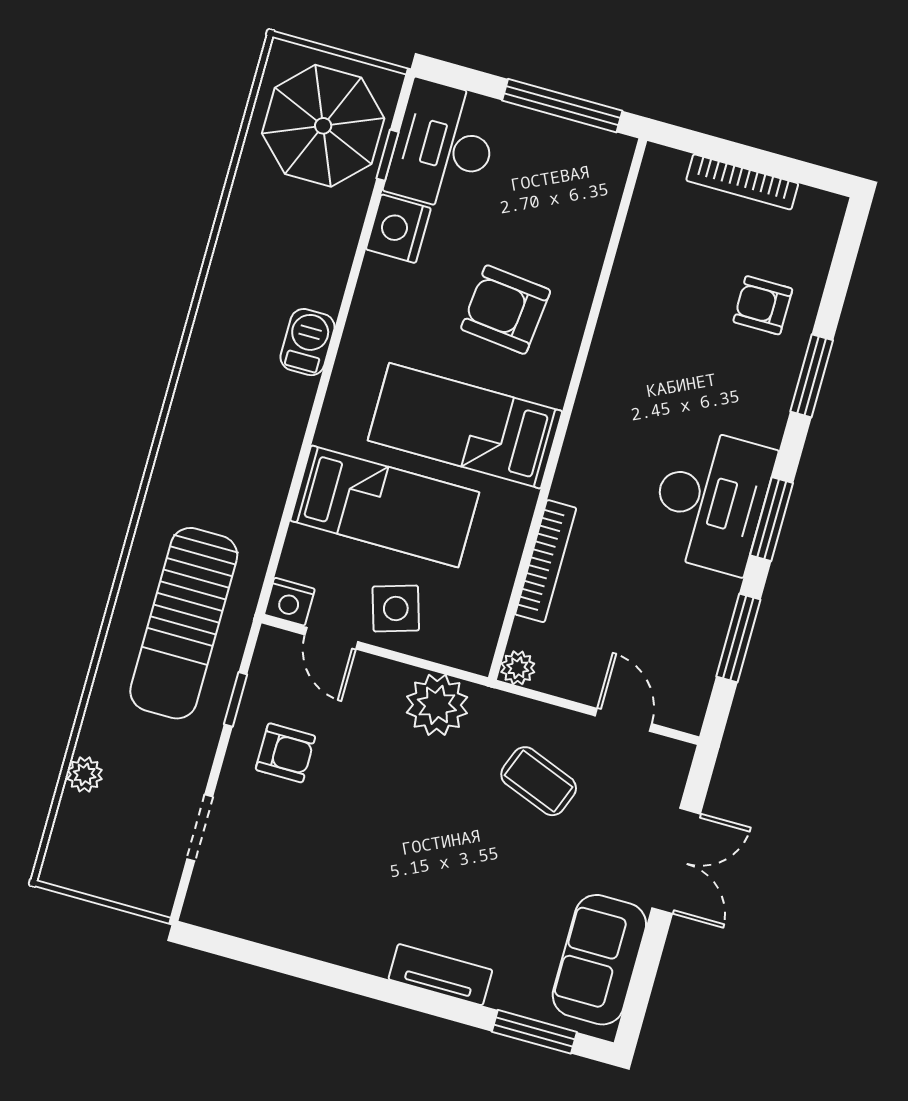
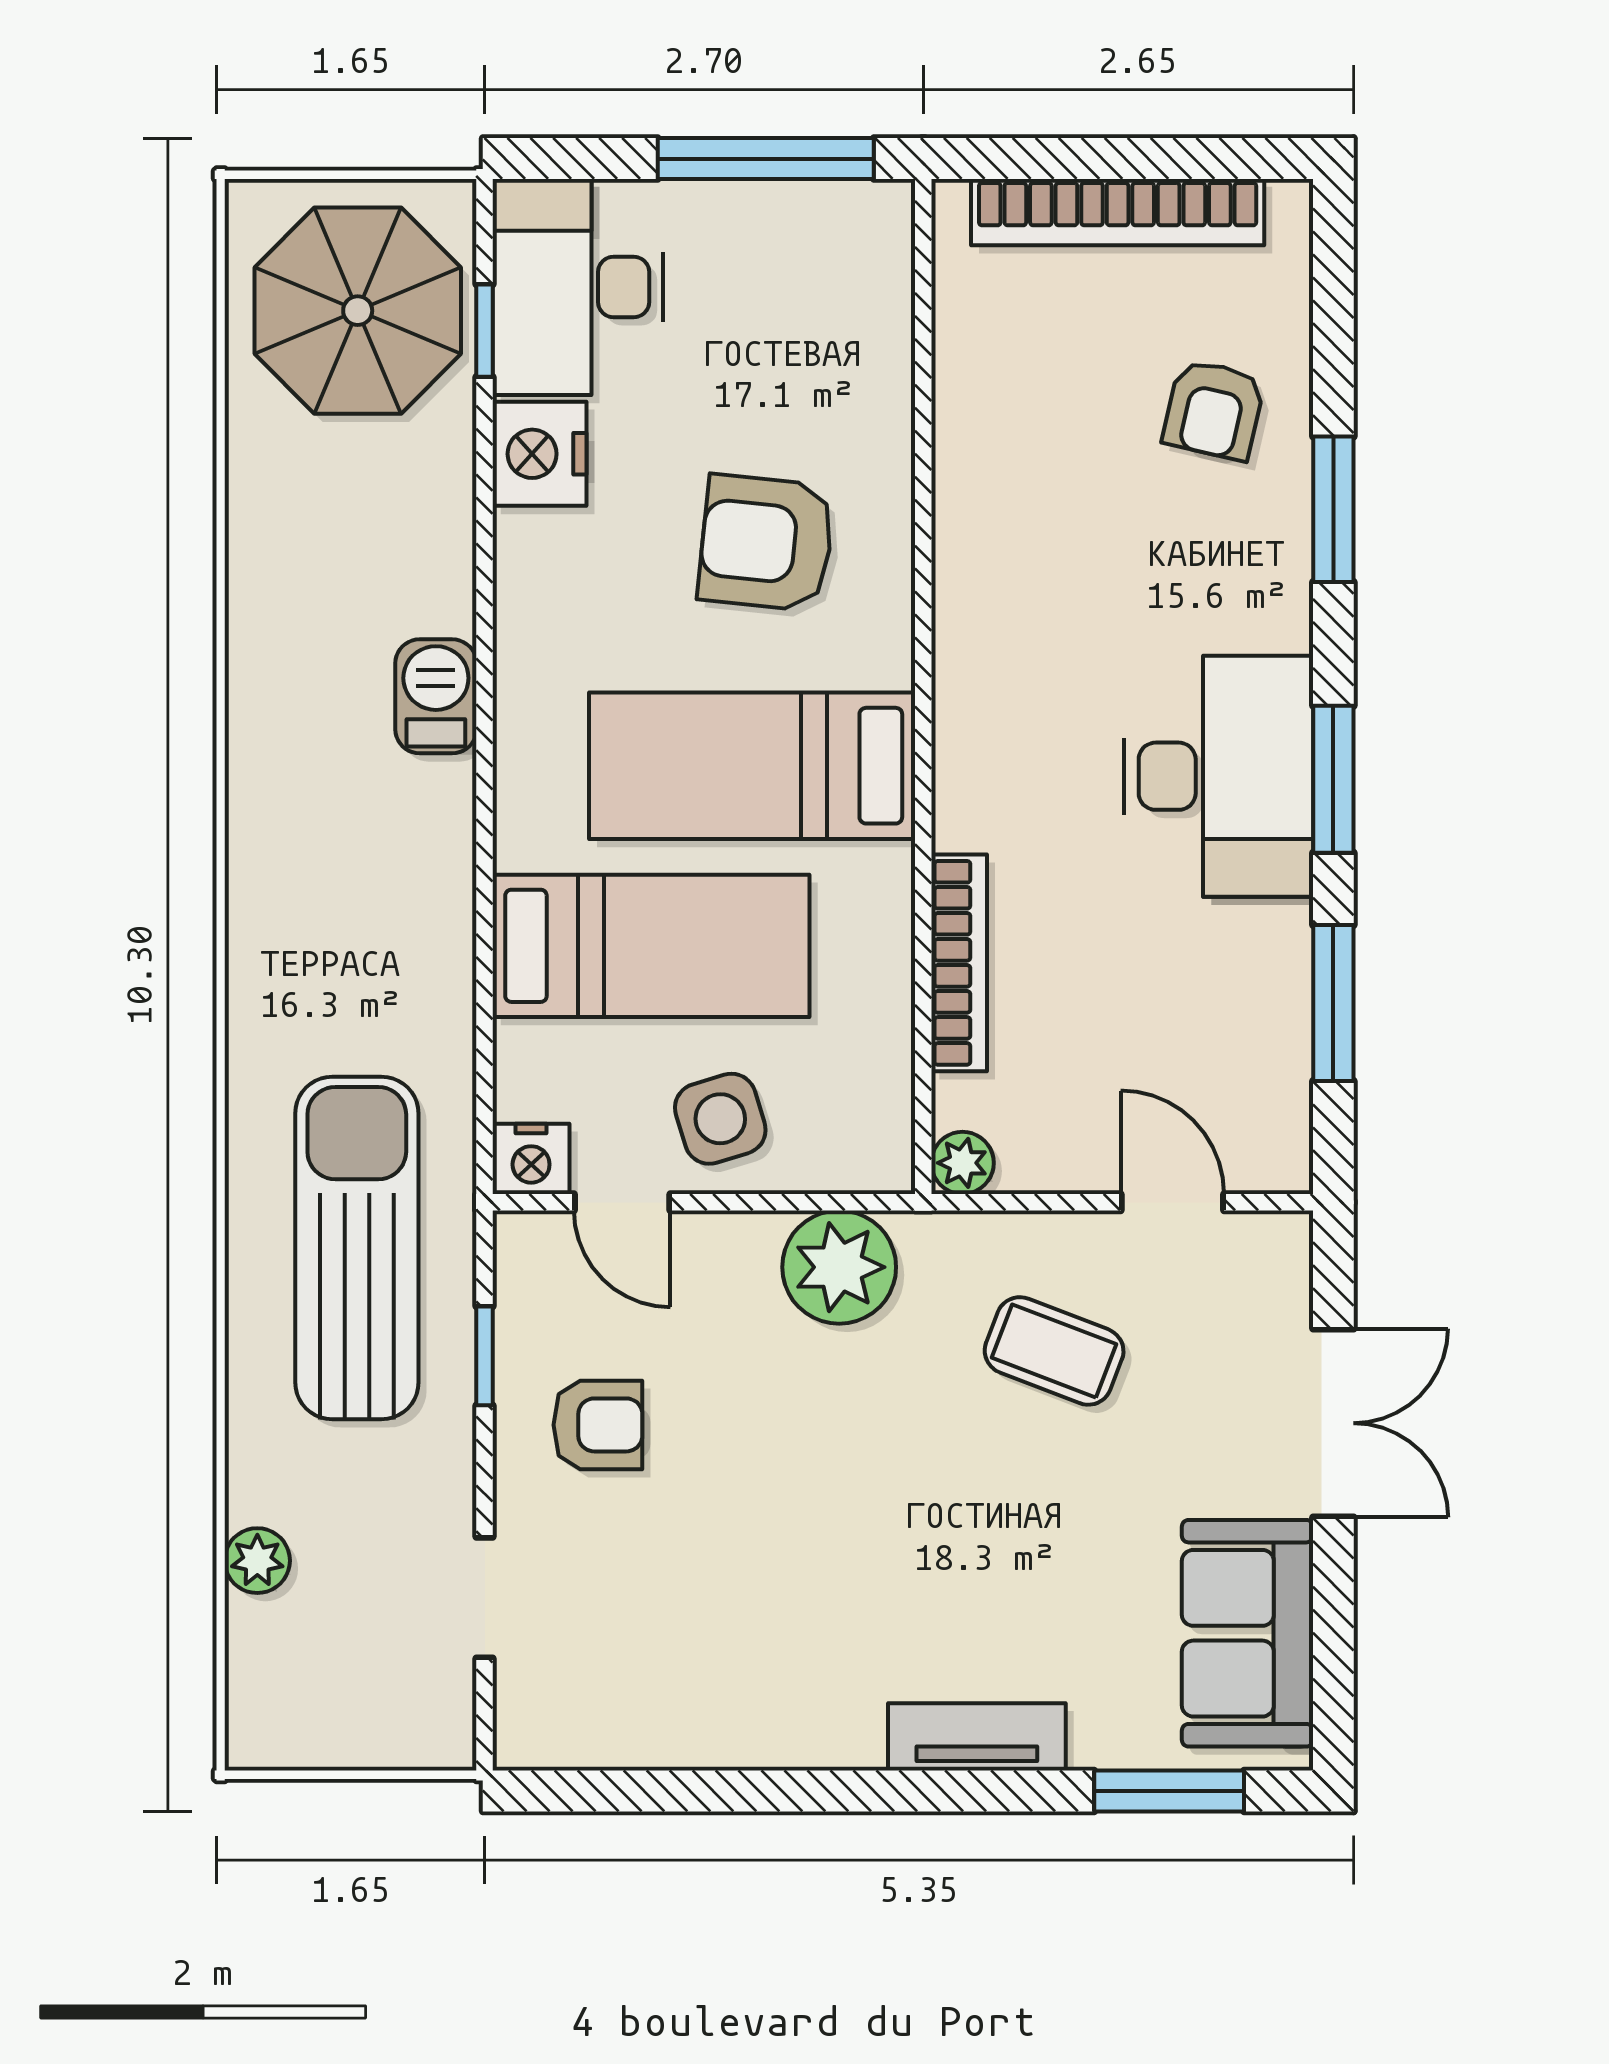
bookcase: (742, 182) -> (1118, 212), width x1.48, depth x1.31
armchair: (763, 305) -> (1214, 410), turned -77
sun lounger: (184, 623) -> (357, 1248), turned 180

